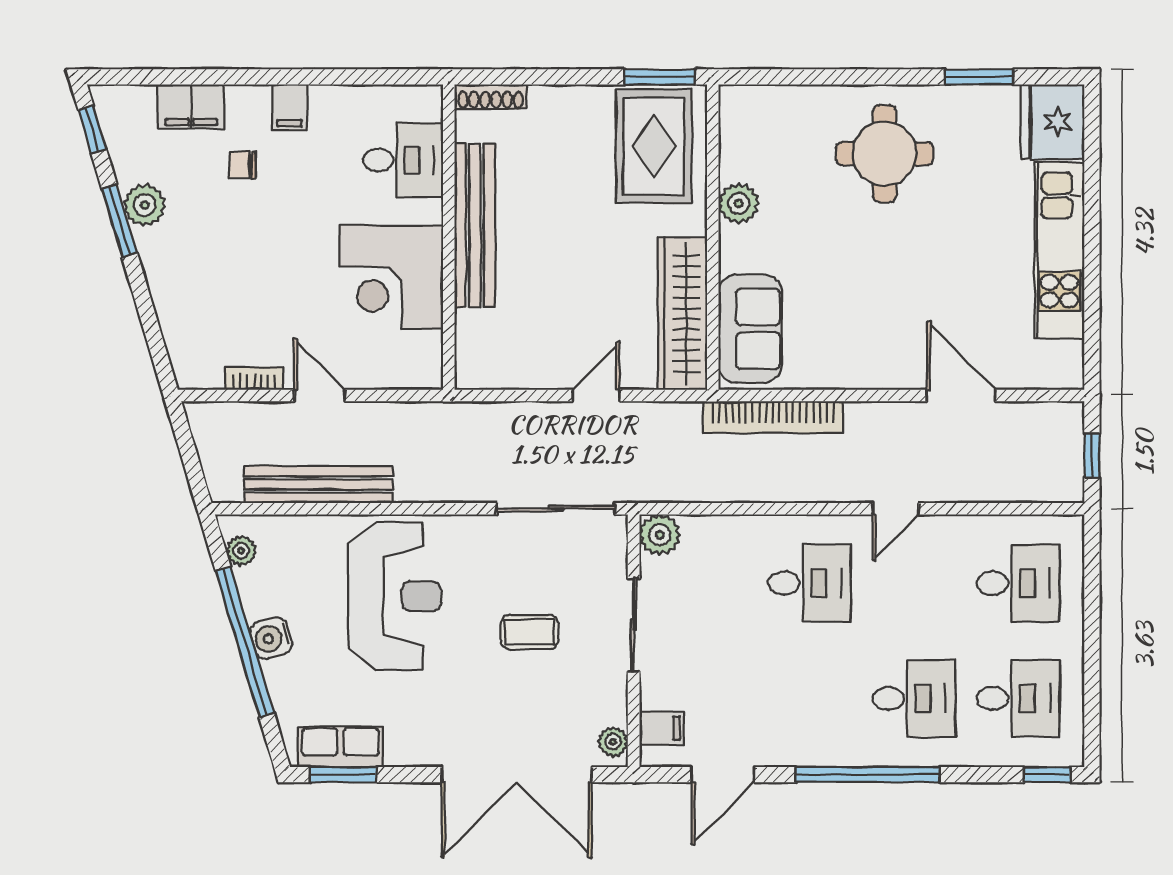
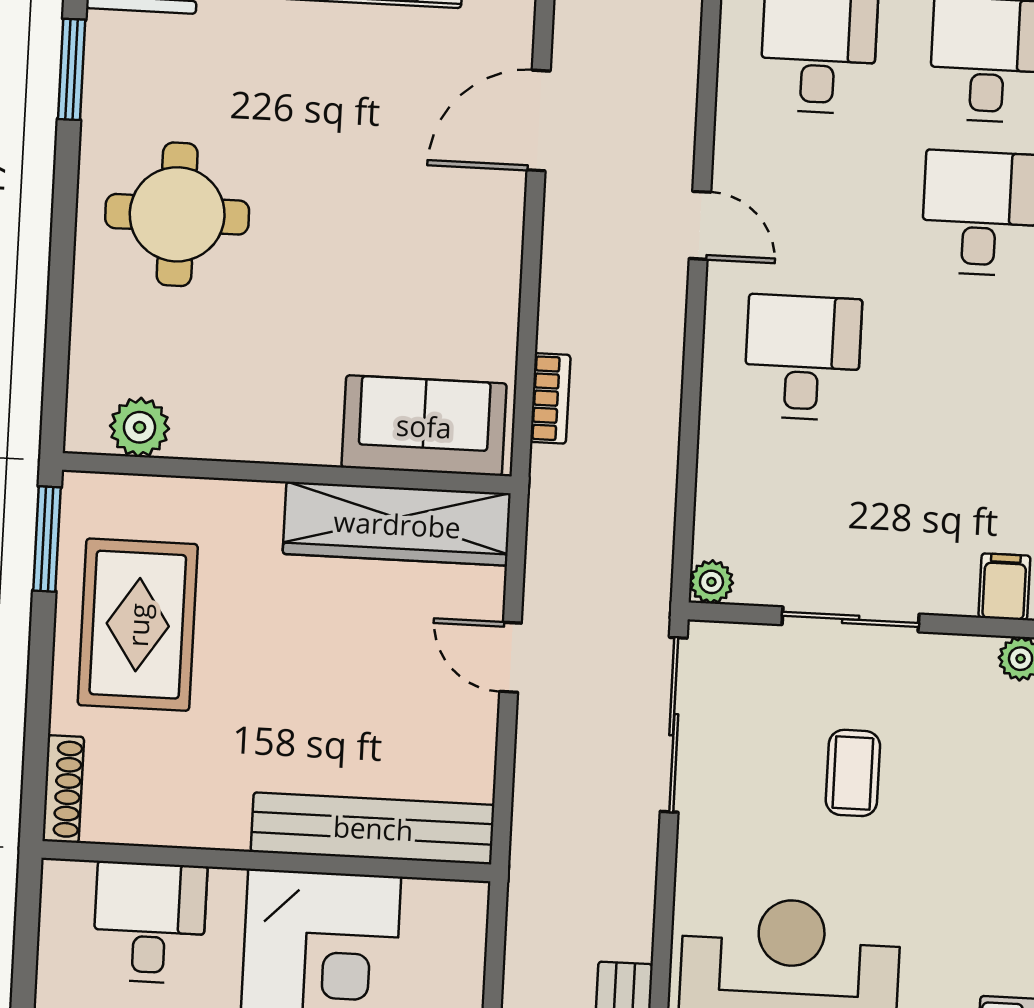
rug: (654, 146) -> (138, 625), moved, turned 90
plant: (739, 203) -> (140, 427), moved
bench: (475, 225) -> (373, 828), moved
bookcase: (773, 417) -> (550, 398), width x0.43, depth x0.76
plant: (660, 535) -> (711, 582), width x0.73, depth x0.73

